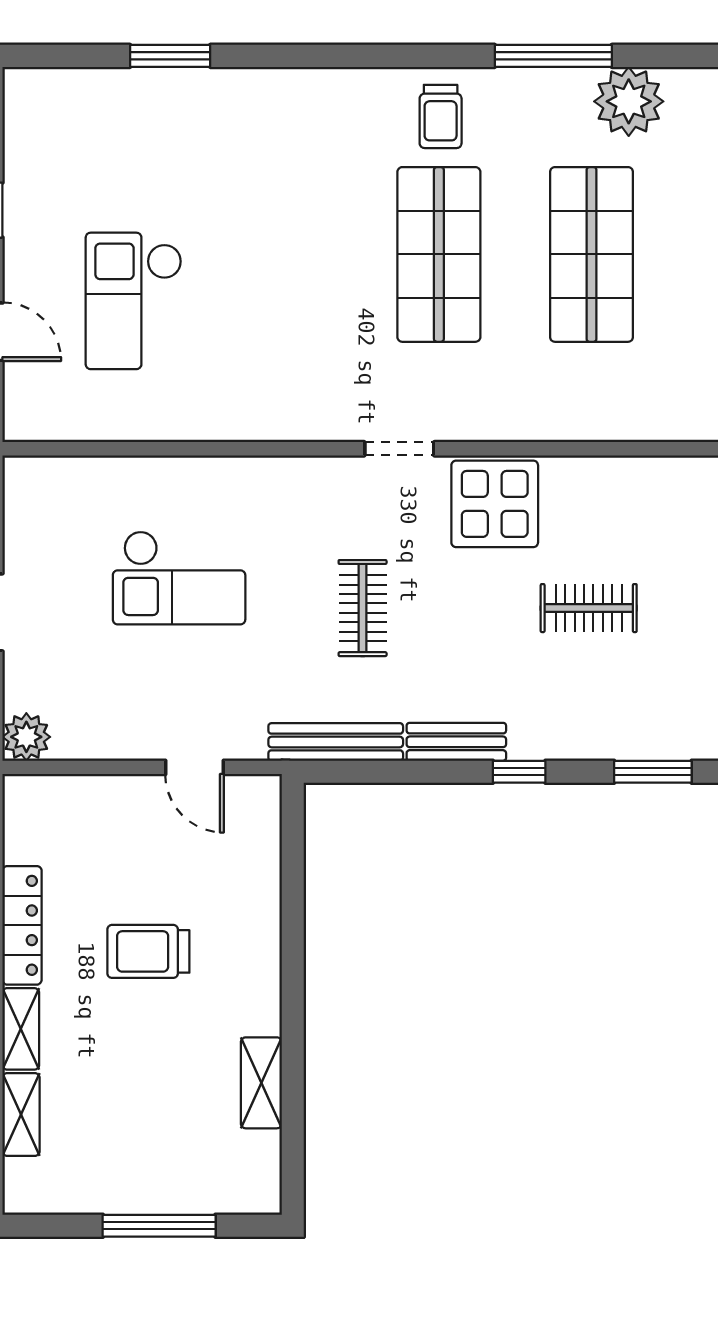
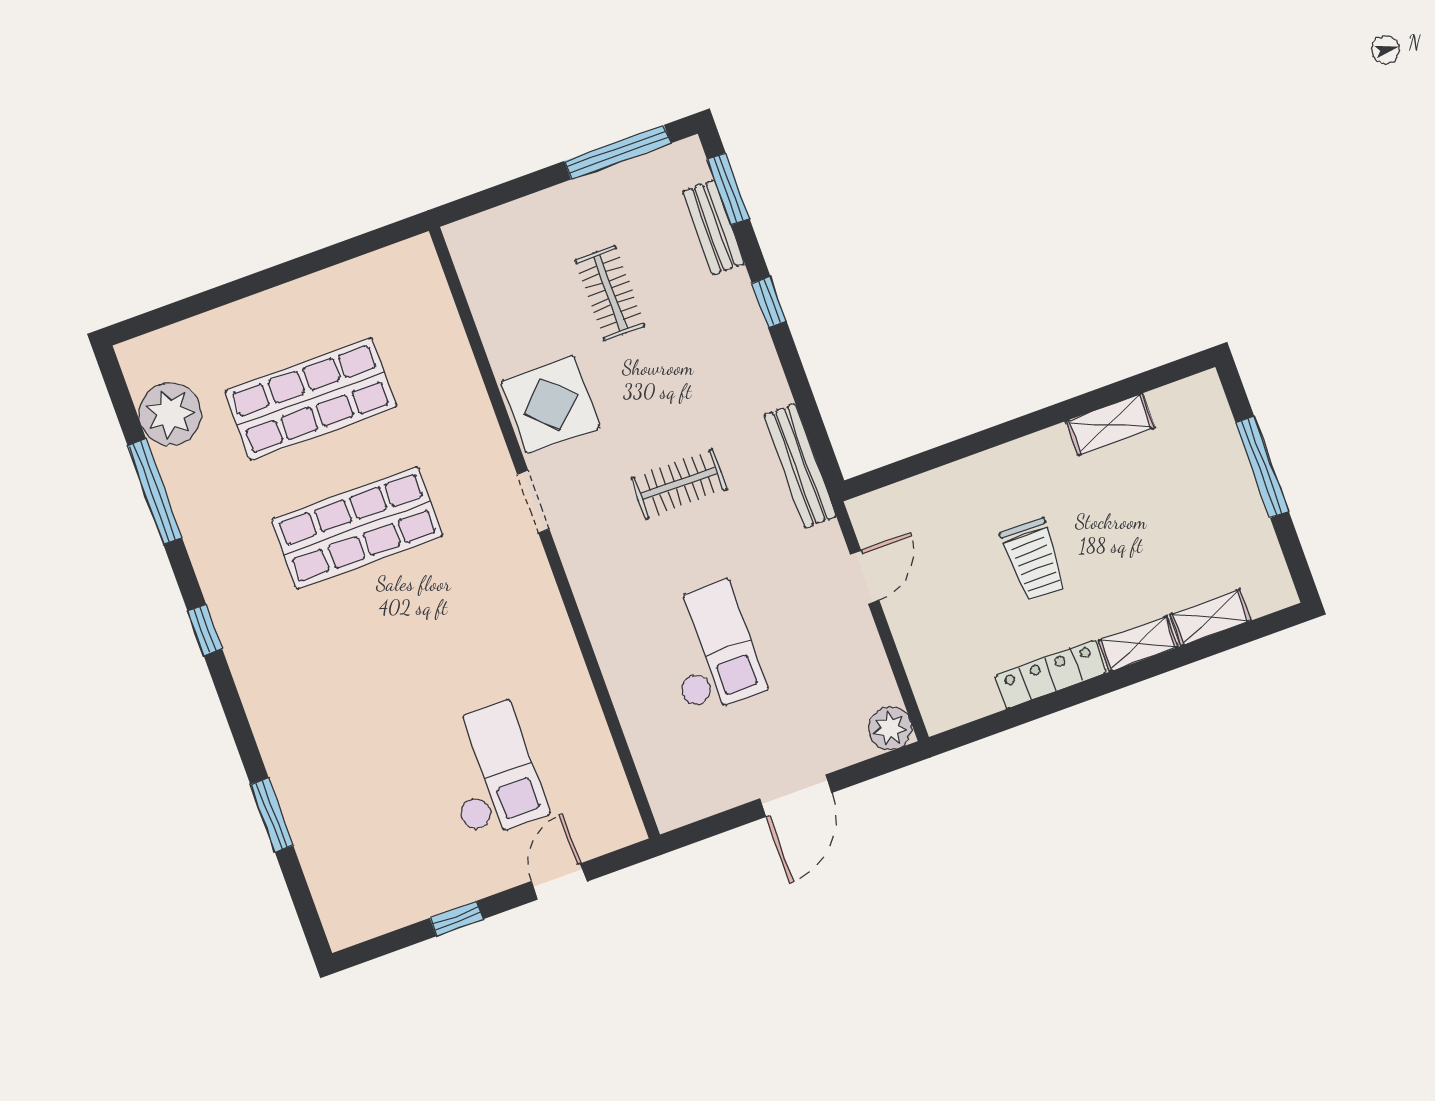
window: (389, 56) -> (205, 630), added
trolley: (441, 116) -> (240, 568), removed
checkout: (134, 301) -> (490, 771), turned -90
bench: (456, 742) -> (714, 227), moved

